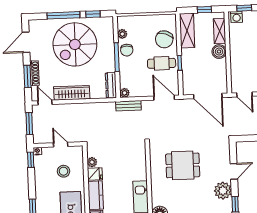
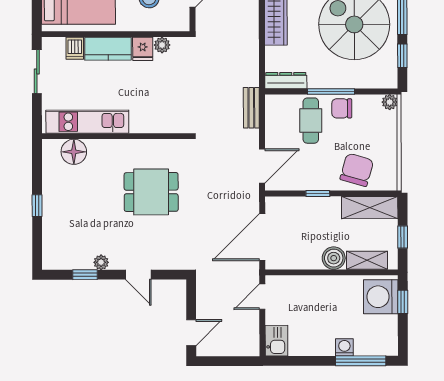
washing machine: (237, 17) -> (381, 297), width x1.89, depth x1.89
plant: (122, 34) -> (390, 102), moved
chair: (164, 39) -> (357, 170), turned 87
cafe table: (162, 63) -> (311, 121), moved
plant: (125, 93) -> (273, 102), removed
dining table: (183, 165) -> (151, 192), turned 90
plant: (223, 191) -> (101, 262), width x0.53, depth x0.53

